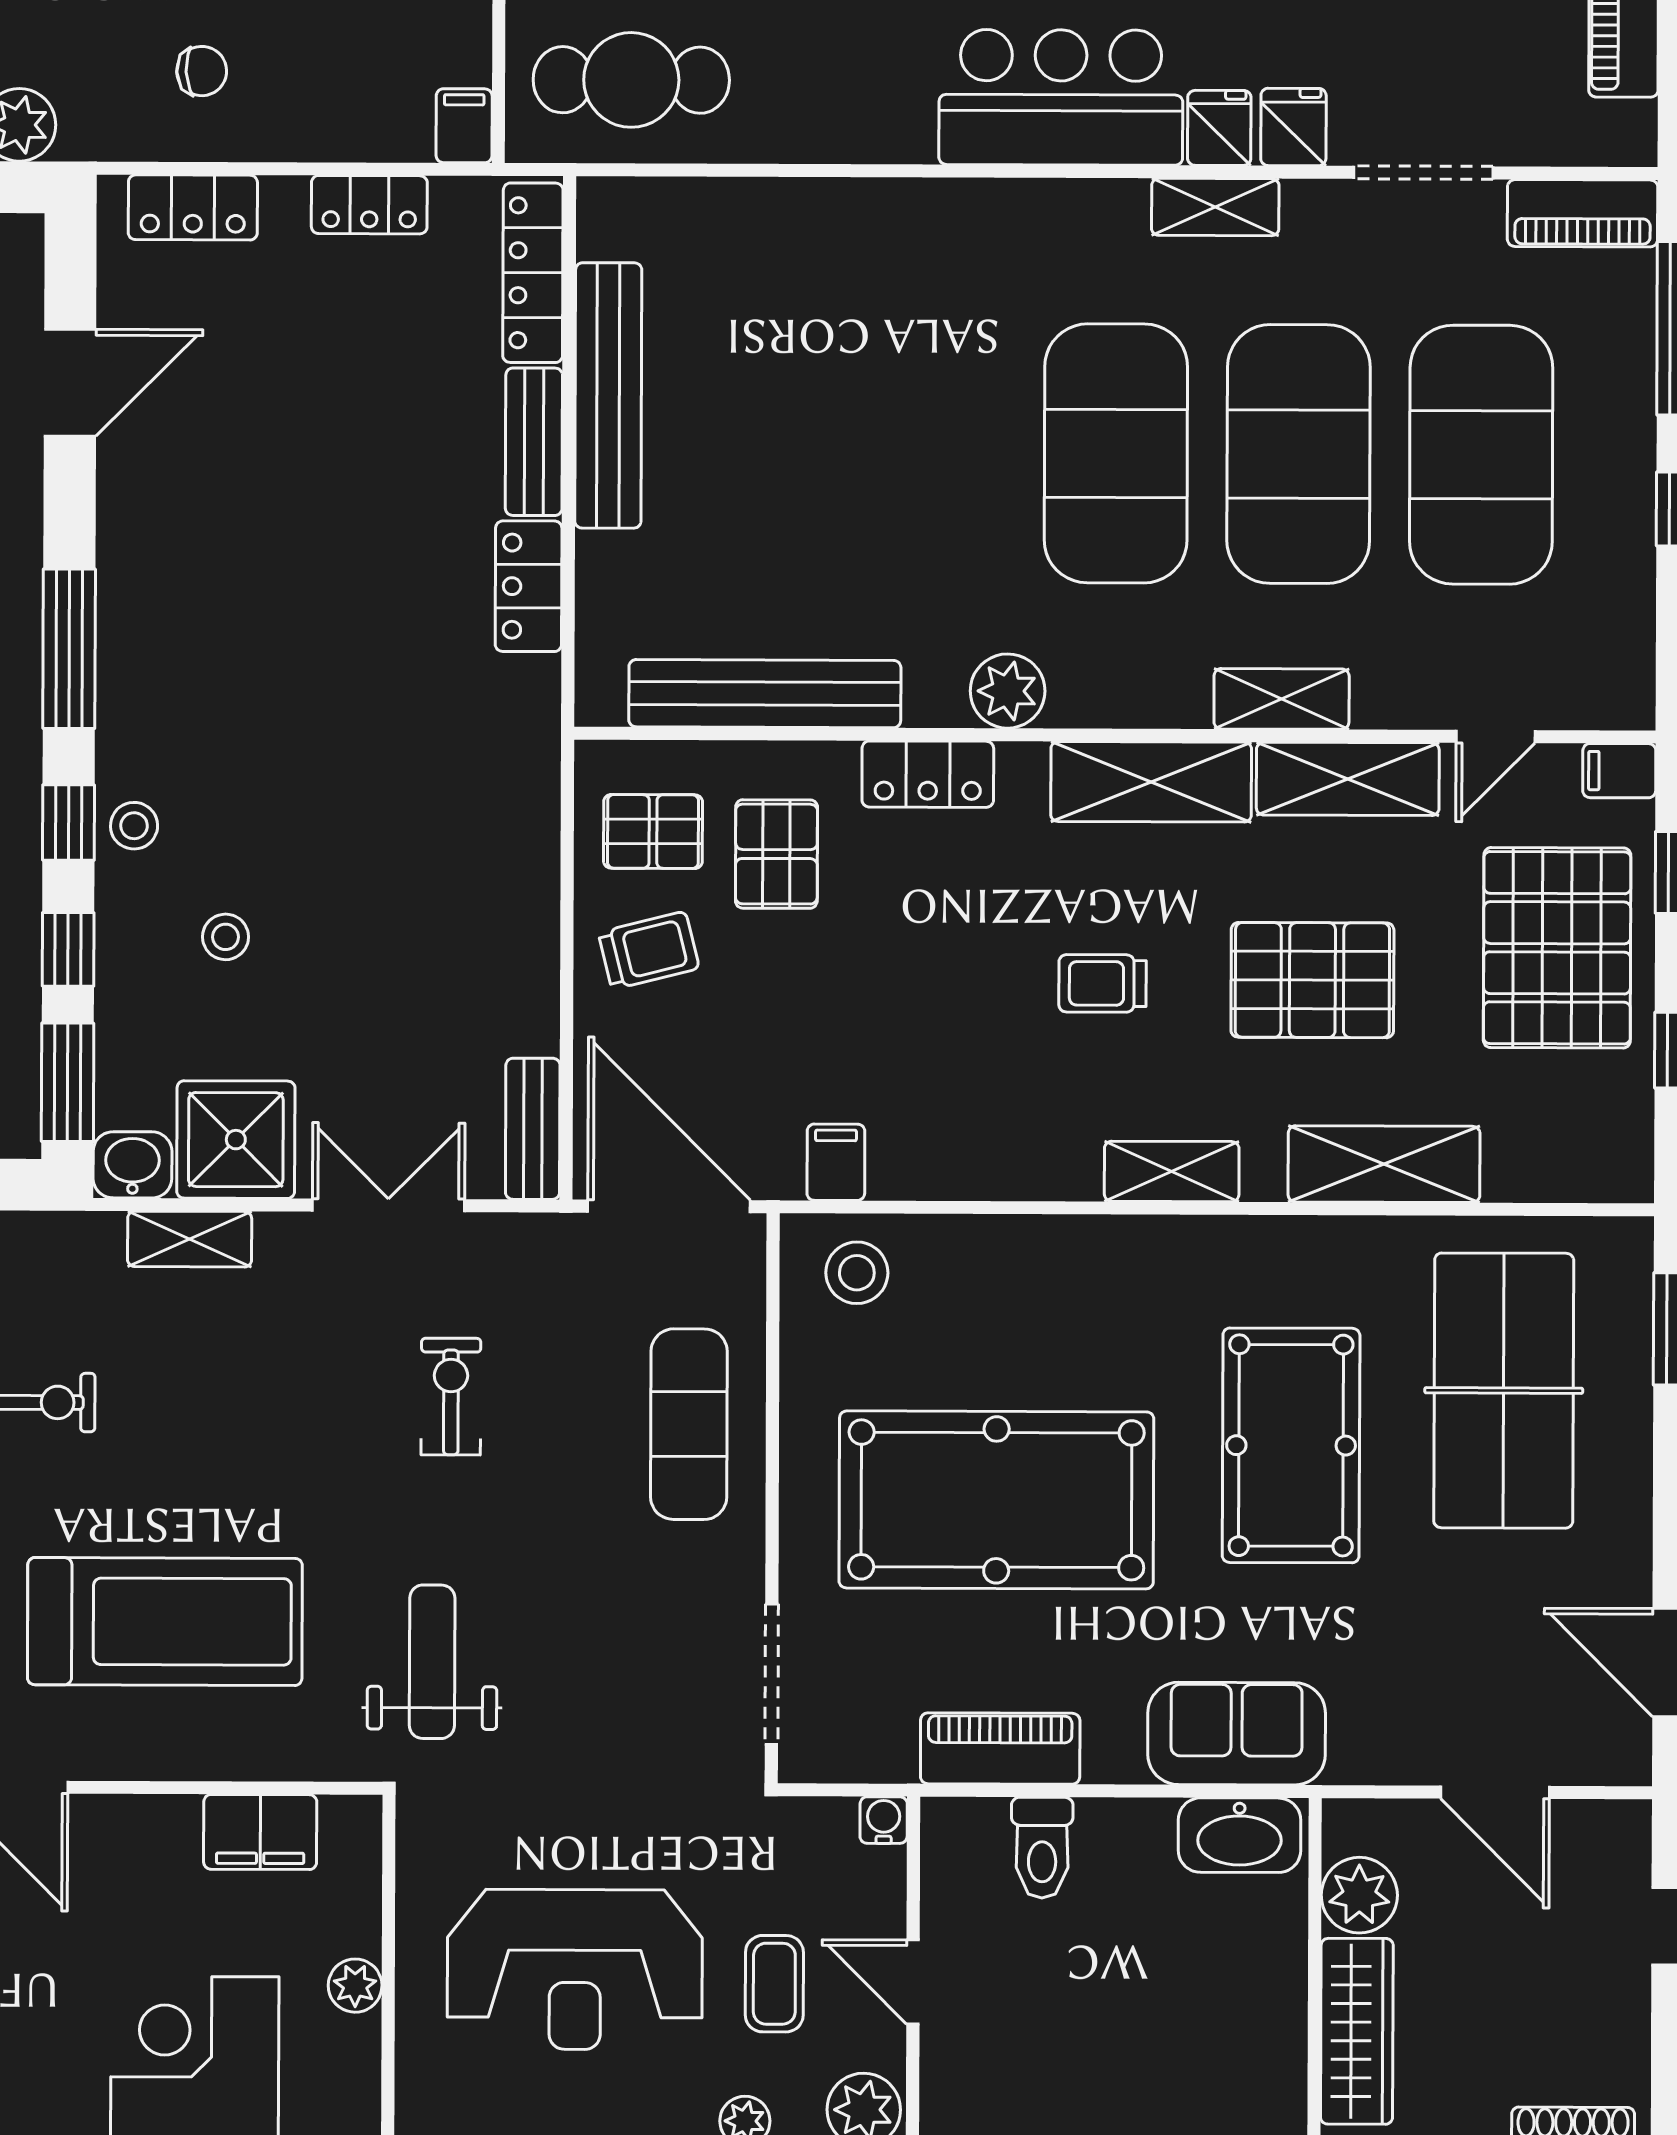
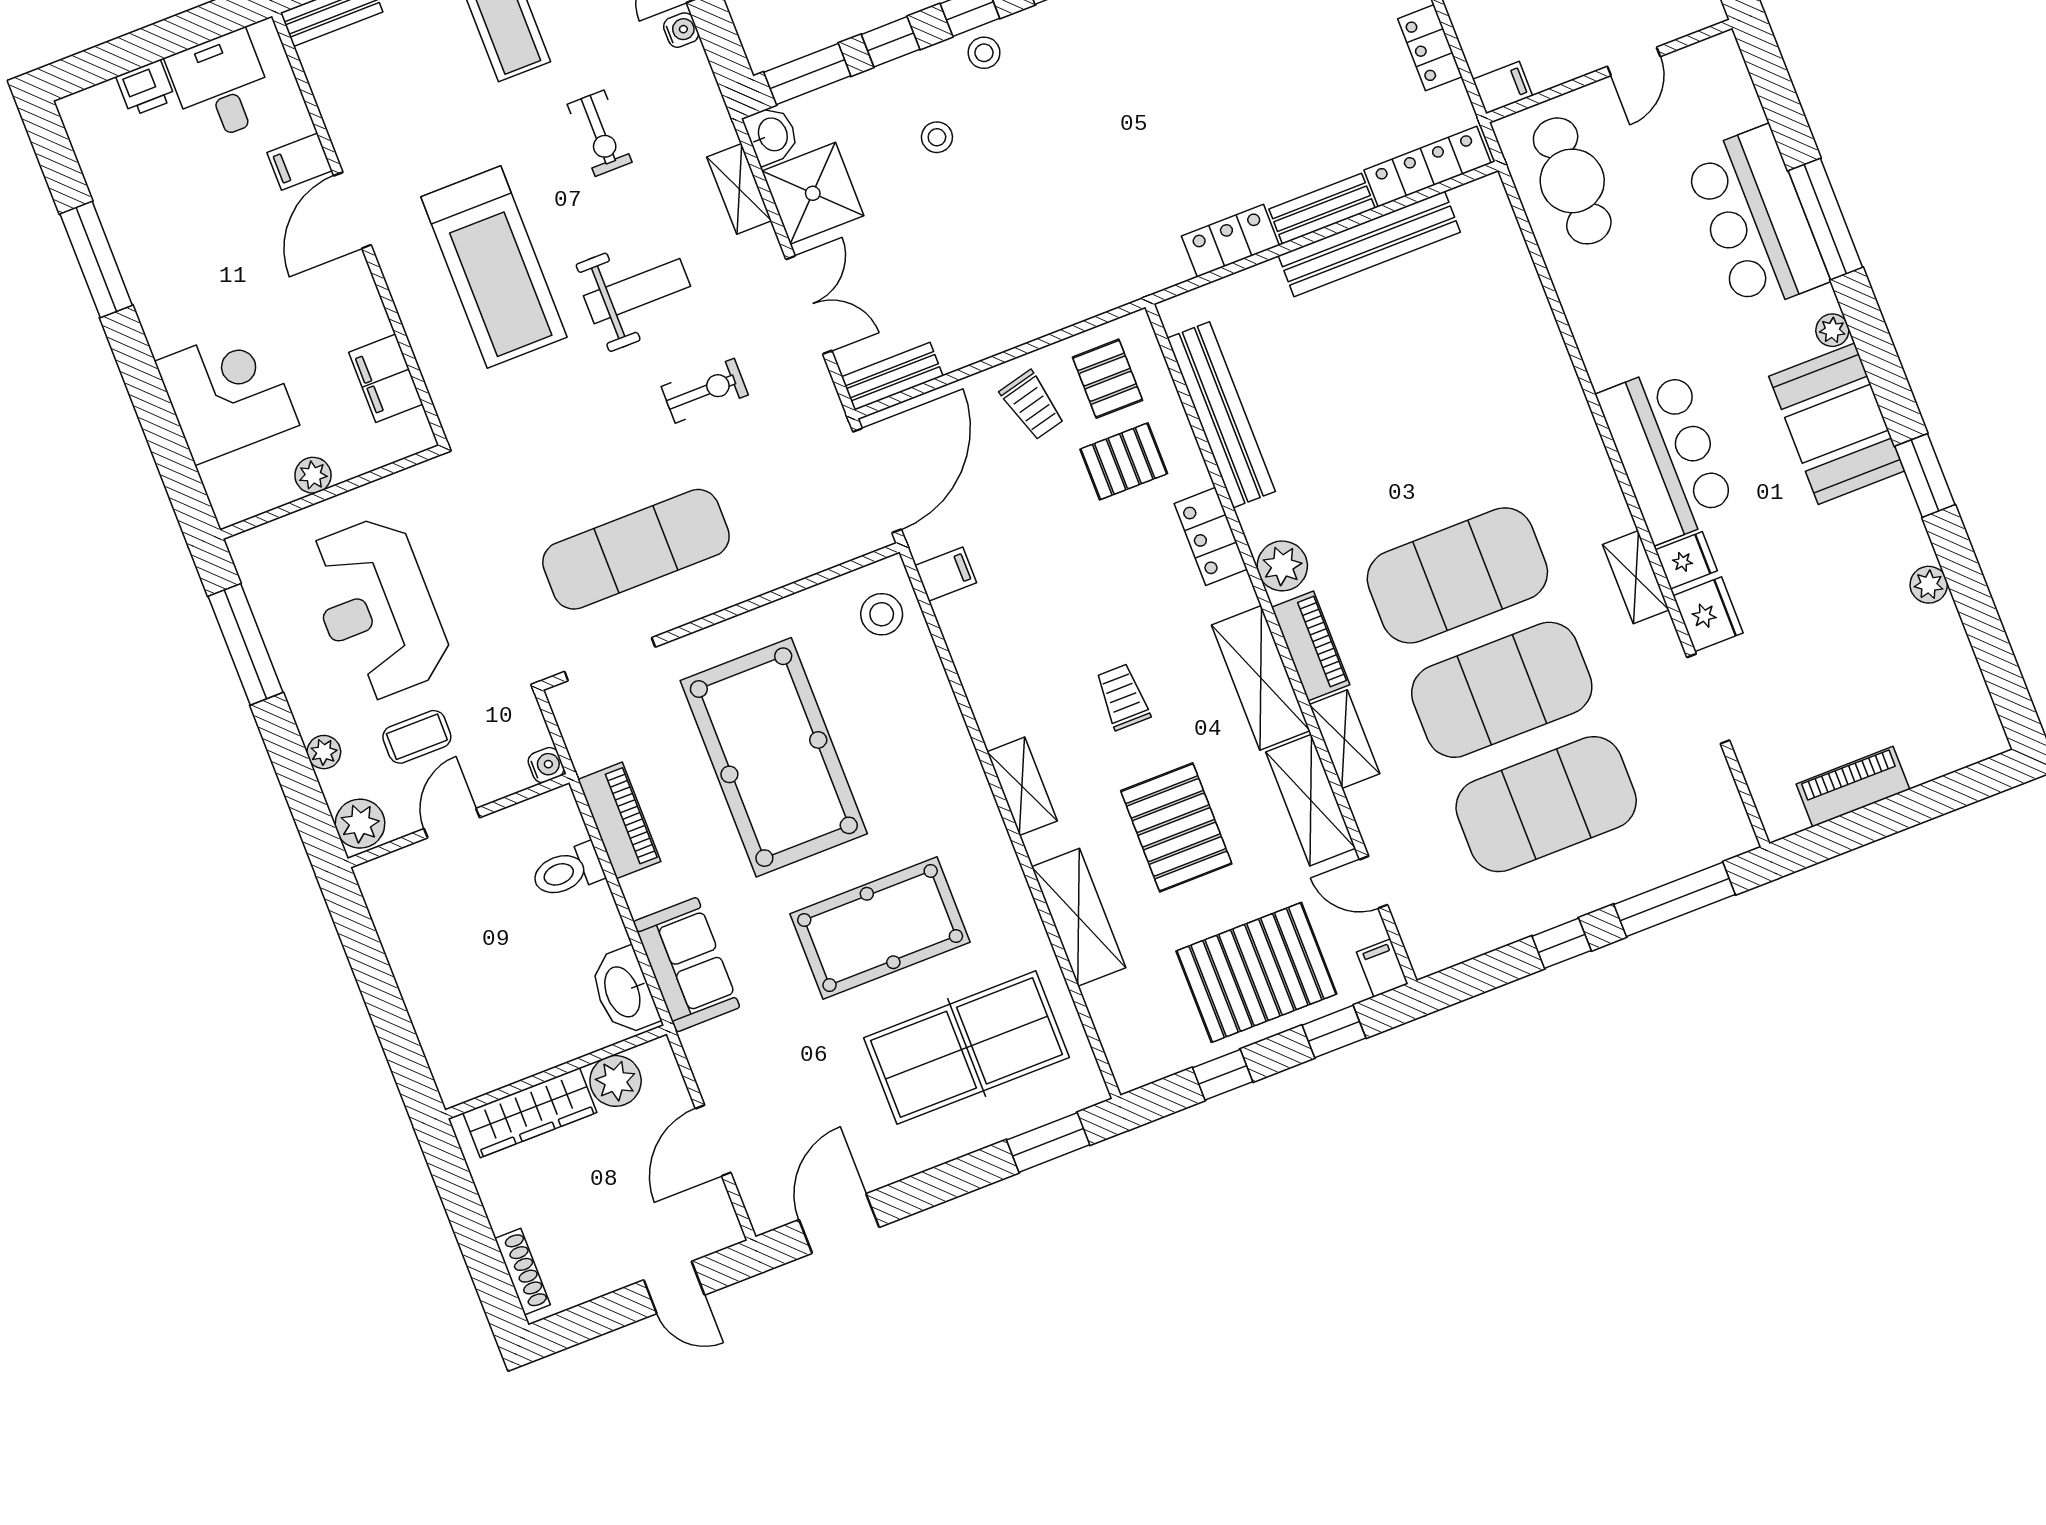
fridge: (1293, 127) -> (1708, 614), width x1.38
piano: (1583, 213) -> (1311, 646), moved, turned 180
exercise mat: (689, 1424) -> (636, 549), moved, width x1.36, depth x1.45
weight bench: (432, 1662) -> (637, 291), moved

